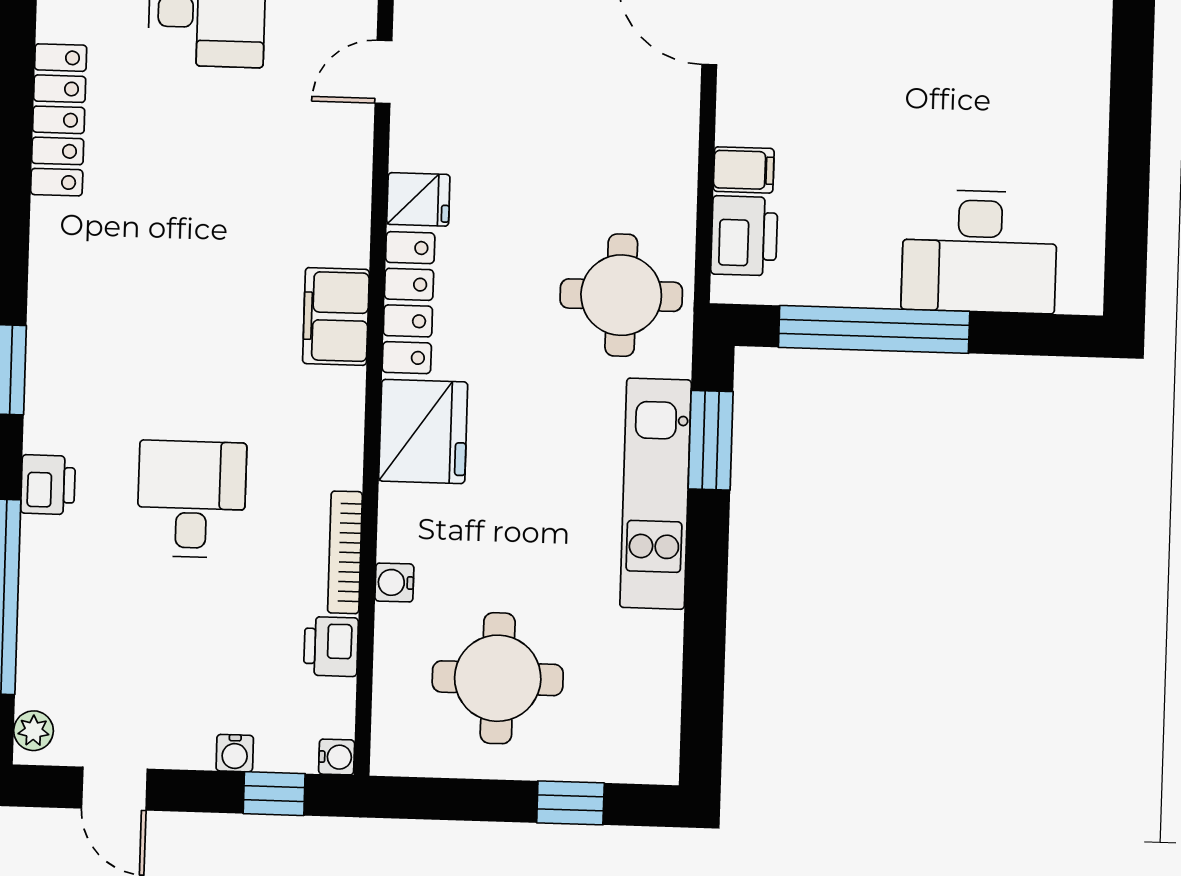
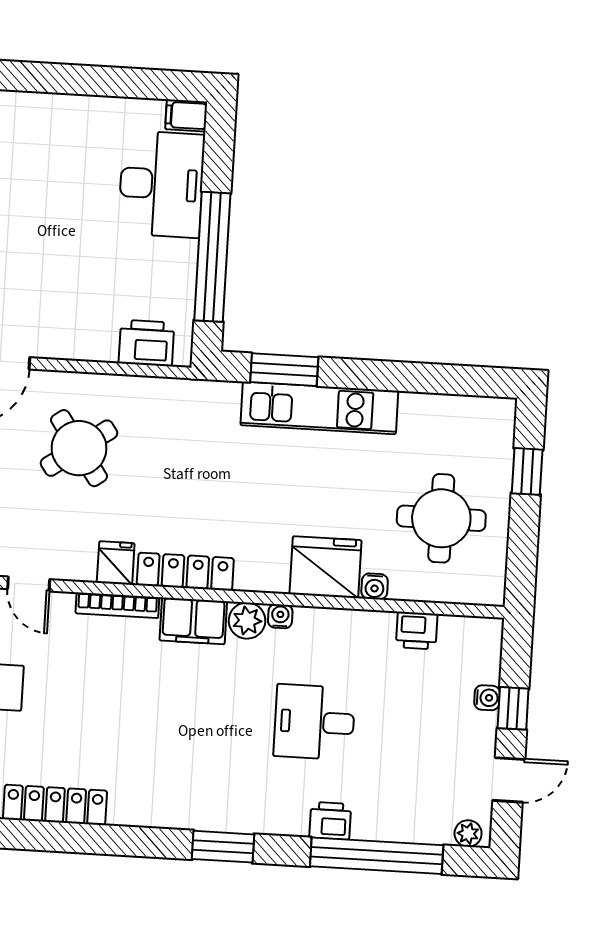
filing cabinet: (744, 170) -> (186, 115), moved, turned -90
round table: (621, 295) -> (79, 448), moved, turned -35
plant: (339, 396) -> (247, 621), added
fridge: (423, 432) -> (326, 567), moved
printer: (48, 485) -> (330, 821), moved
bookcase: (345, 552) -> (117, 605), moved
water cooler: (337, 757) -> (280, 616), moved
window: (274, 794) -> (513, 708), moved

